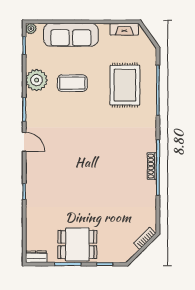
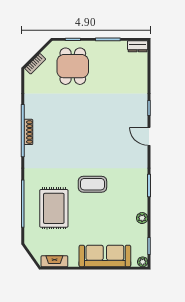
plant: (37, 80) -> (142, 218), width x0.53, depth x0.53
coffee table: (72, 83) -> (92, 184), moved
door: (24, 142) -> (149, 136), moved
dining table: (77, 244) -> (73, 66), moved, turned 90

